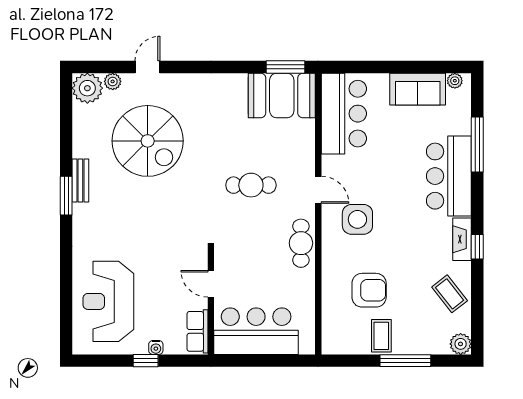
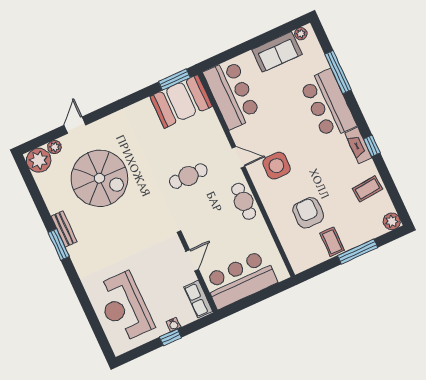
door: (211, 284) -> (192, 260), swing flipped
armchair: (369, 290) -> (308, 213), turned -90
coffee table: (450, 294) -> (367, 189), turned -57

